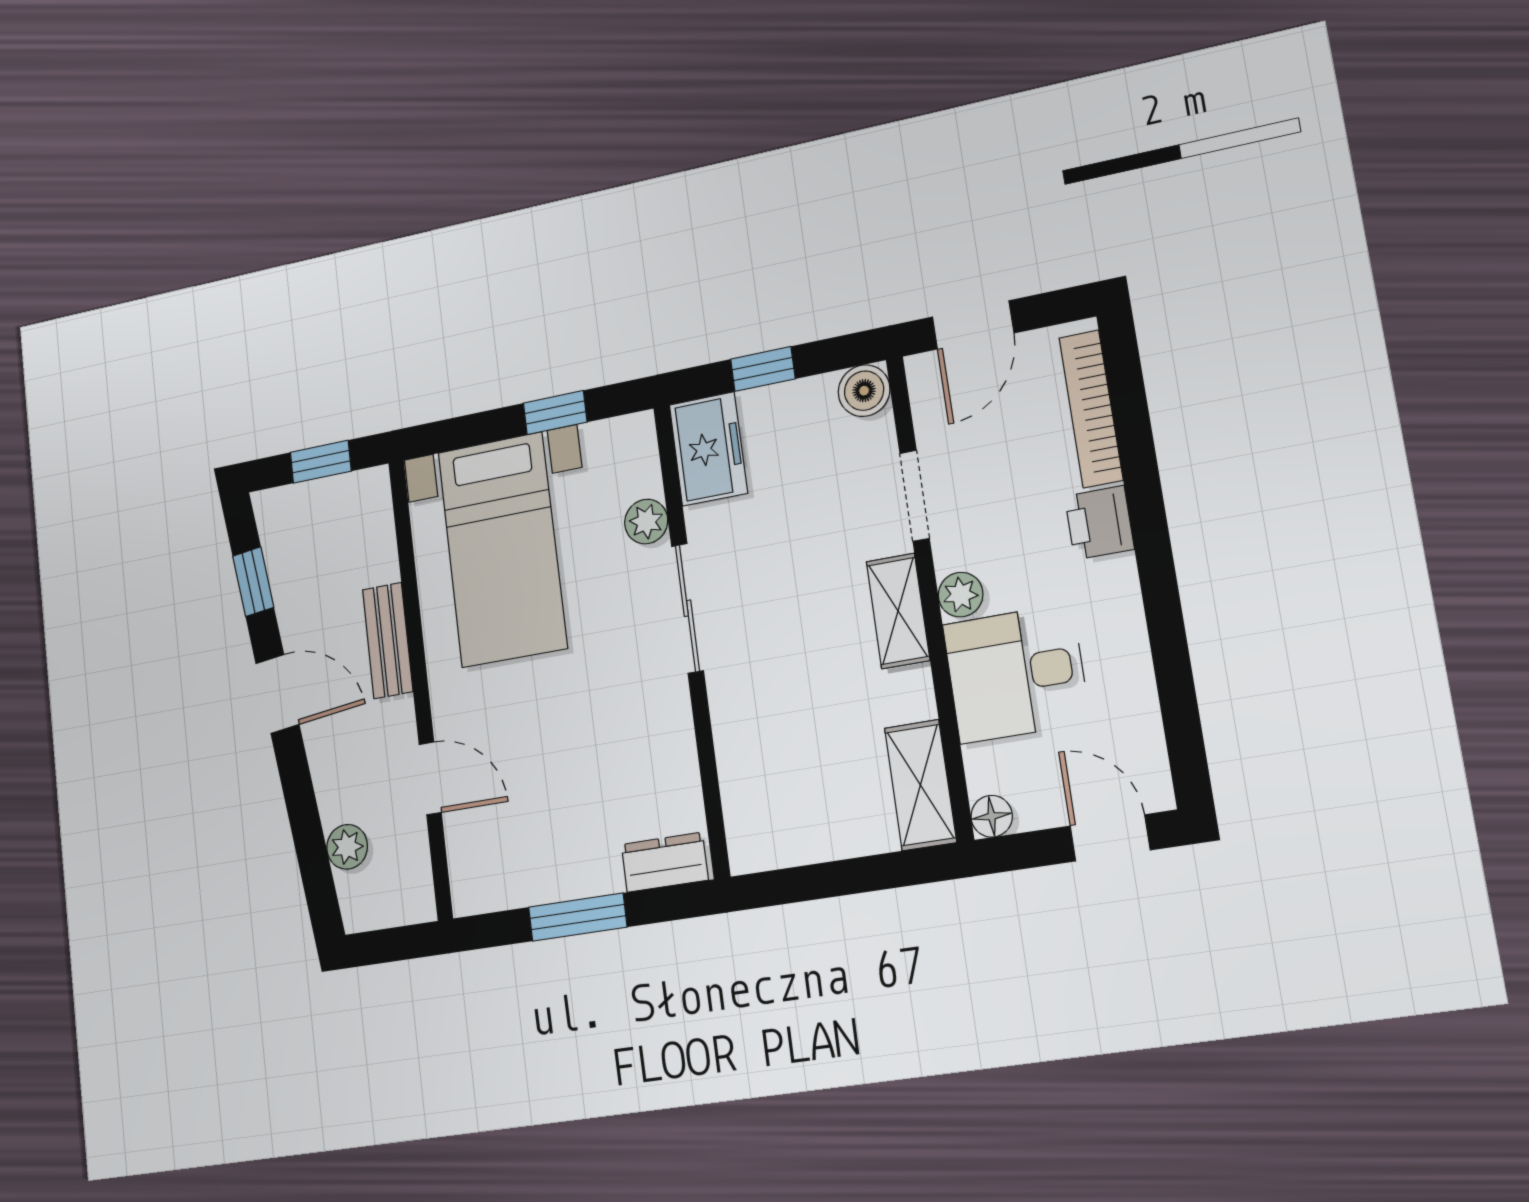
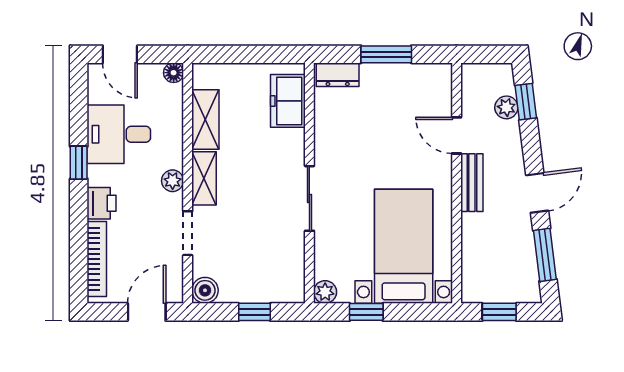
freezer: (708, 449) -> (288, 101), moved
plant: (646, 522) -> (325, 292), moved
window: (253, 582) -> (545, 255), width x1.50
window: (1161, 597) -> (79, 163), added
bench: (388, 640) -> (472, 183), moved
desk: (1016, 674) -> (119, 134), moved, turned 180
door: (277, 694) -> (537, 193), swing flipped
shelving: (920, 785) -> (205, 119), moved
window: (314, 864) -> (526, 102), added

